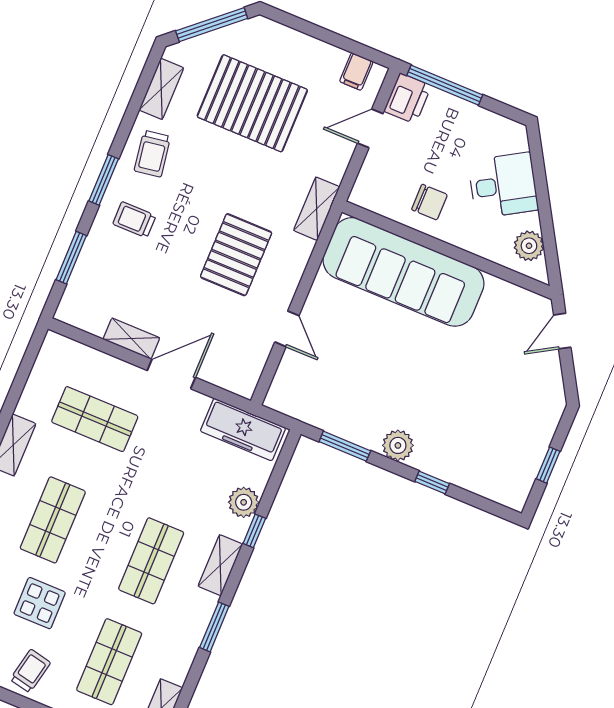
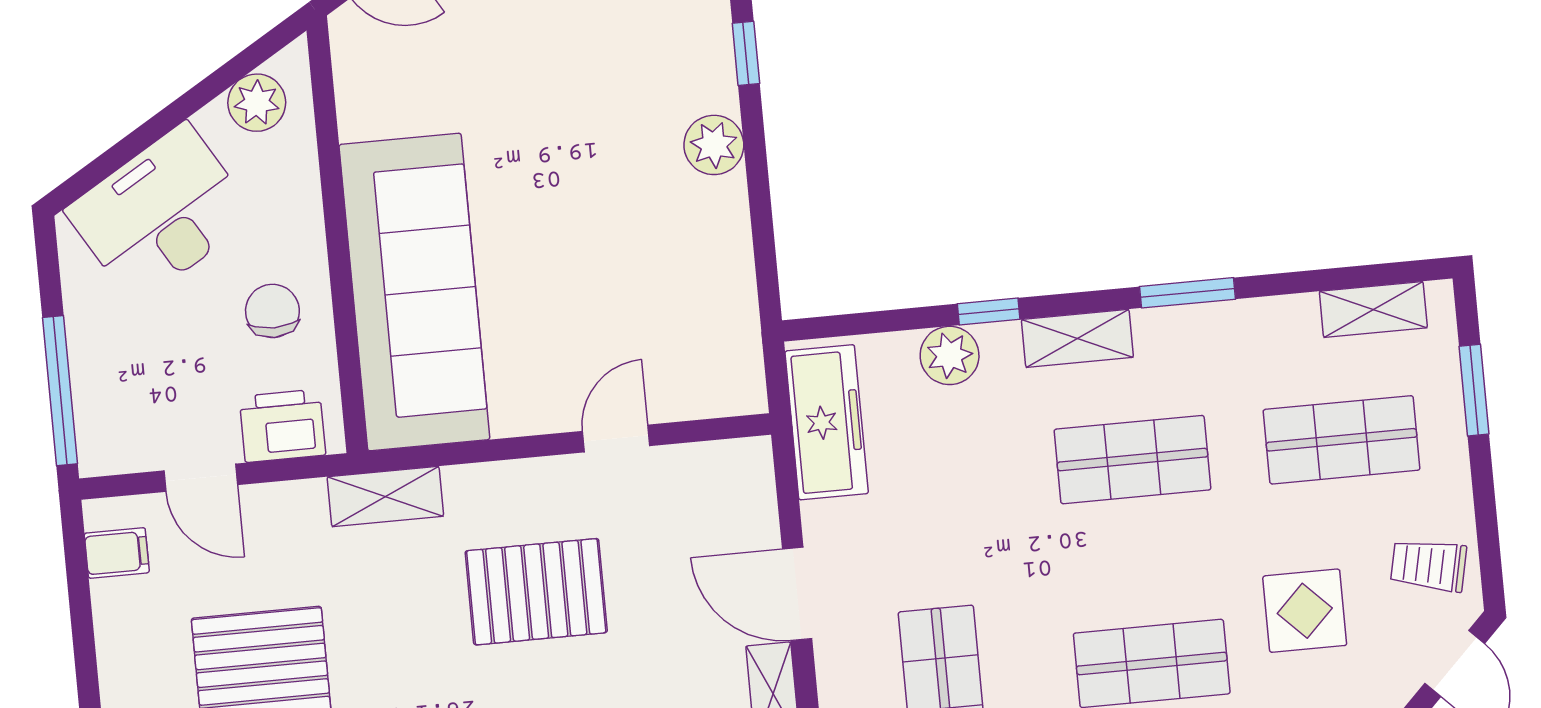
printer: (408, 98) -> (282, 426), moved
desk: (503, 185) -> (160, 213), width x1.37
window: (345, 446) -> (763, 234), removed

